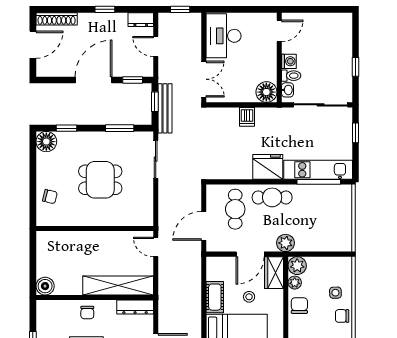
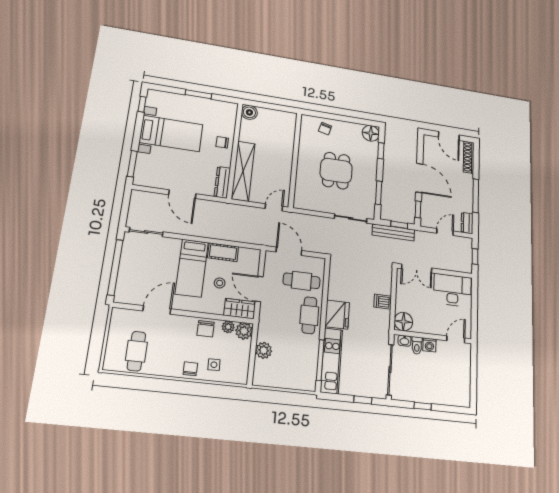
window: (105, 9) -> (476, 196), width x2.17
door: (279, 31) -> (456, 339), swing flipped
plant: (285, 243) -> (264, 350), moved
chair: (299, 306) -> (206, 329), turned 90

